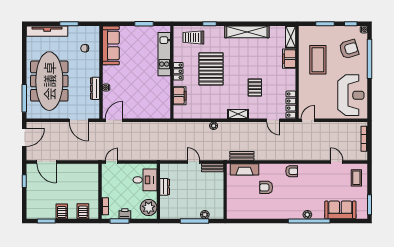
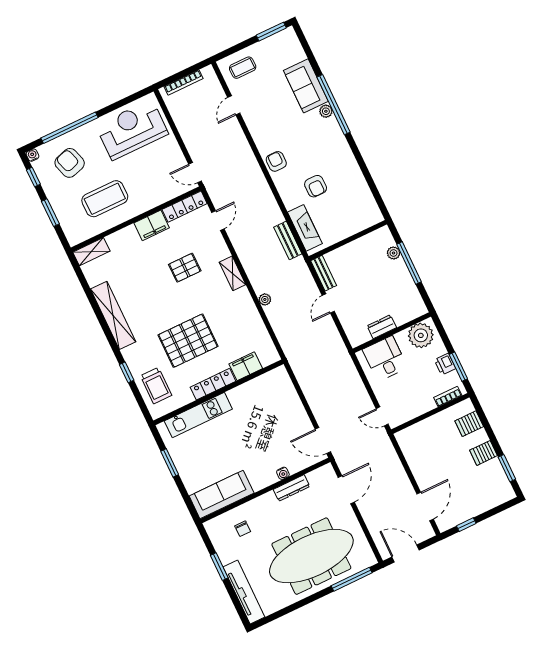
filing cabinet: (289, 59) -> (152, 225), moved
locker: (178, 71) -> (213, 384), width x1.53
sofa: (340, 210) -> (306, 86), moved

